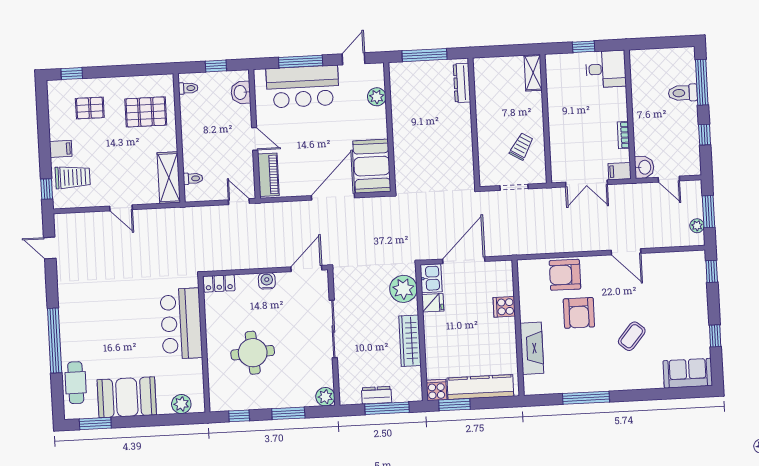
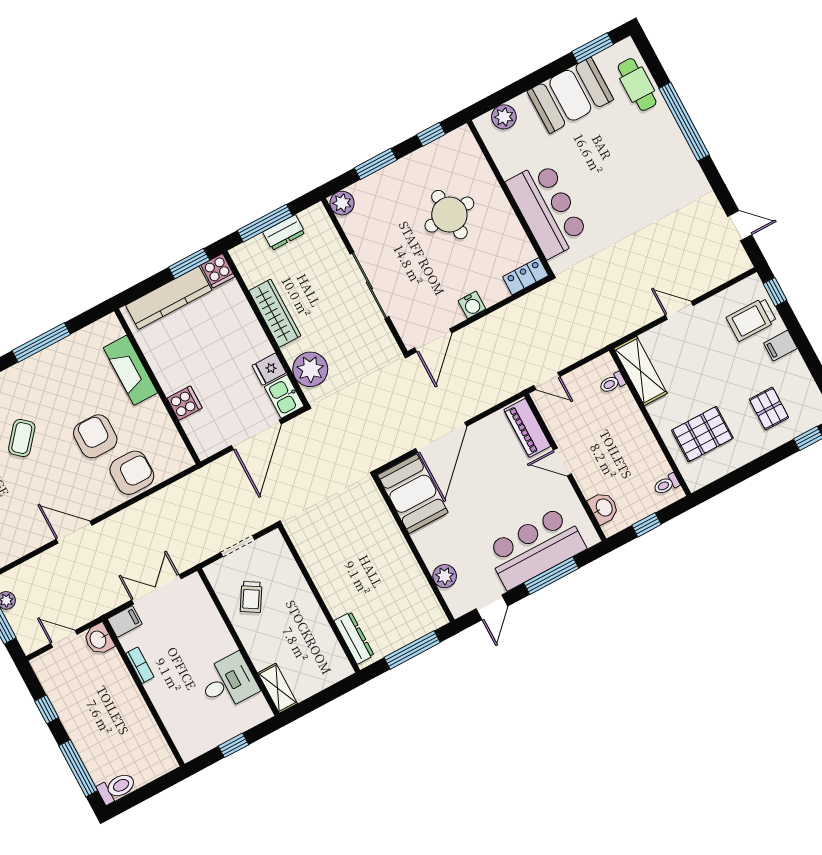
desk: (606, 69) -> (228, 682), moved, turned 180
toilet: (683, 93) -> (117, 788), moved
pallet: (90, 108) -> (769, 408), turned 90

